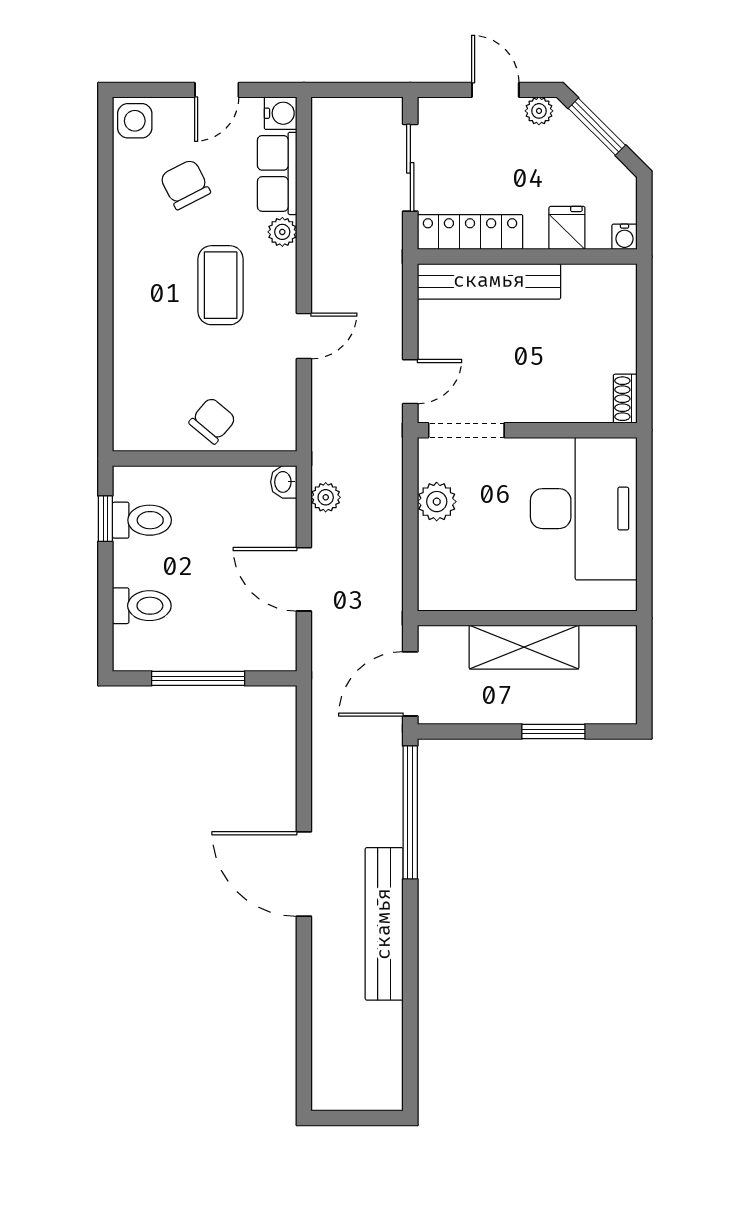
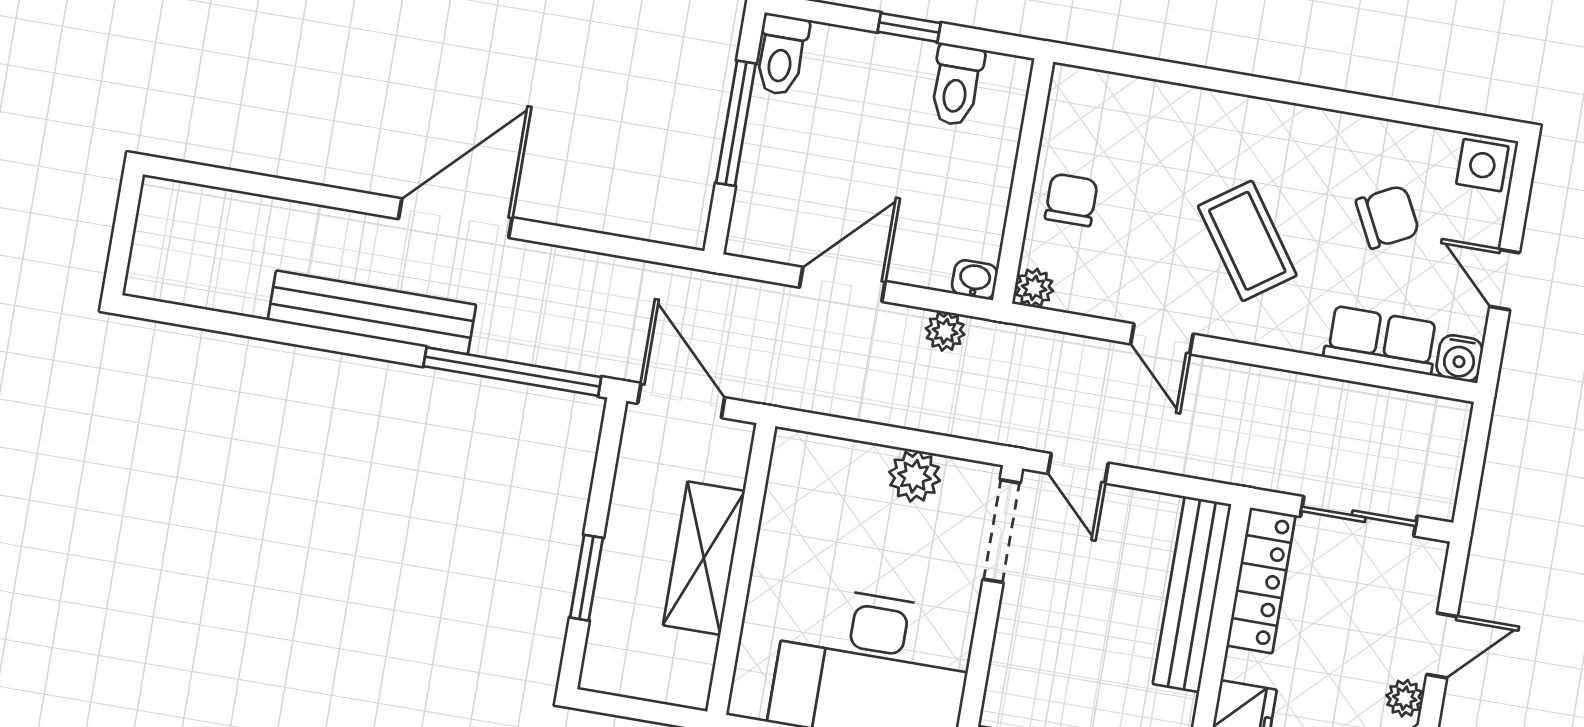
plant: (282, 232) -> (1034, 288), moved
coffee table: (221, 285) -> (1247, 241), turned 55
chair: (212, 421) -> (1071, 200), turned -130
window: (105, 519) -> (909, 27), moved
toilet: (142, 606) -> (781, 55), moved

